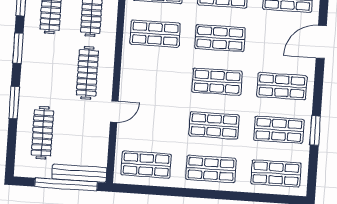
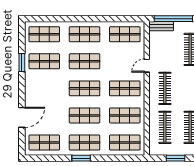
shop shelf: (282, 86) -> (125, 88), moved
bench: (79, 173) -> (161, 26), width x0.73

